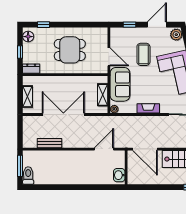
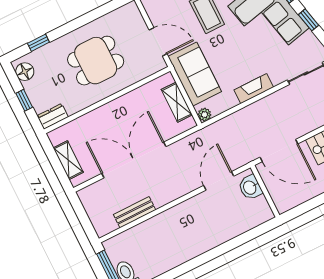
washbasin: (119, 175) -> (250, 187), moved

